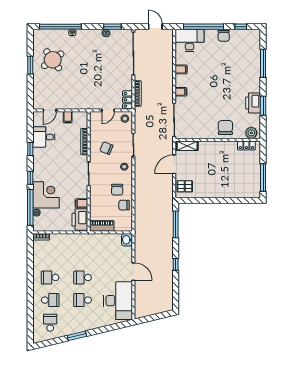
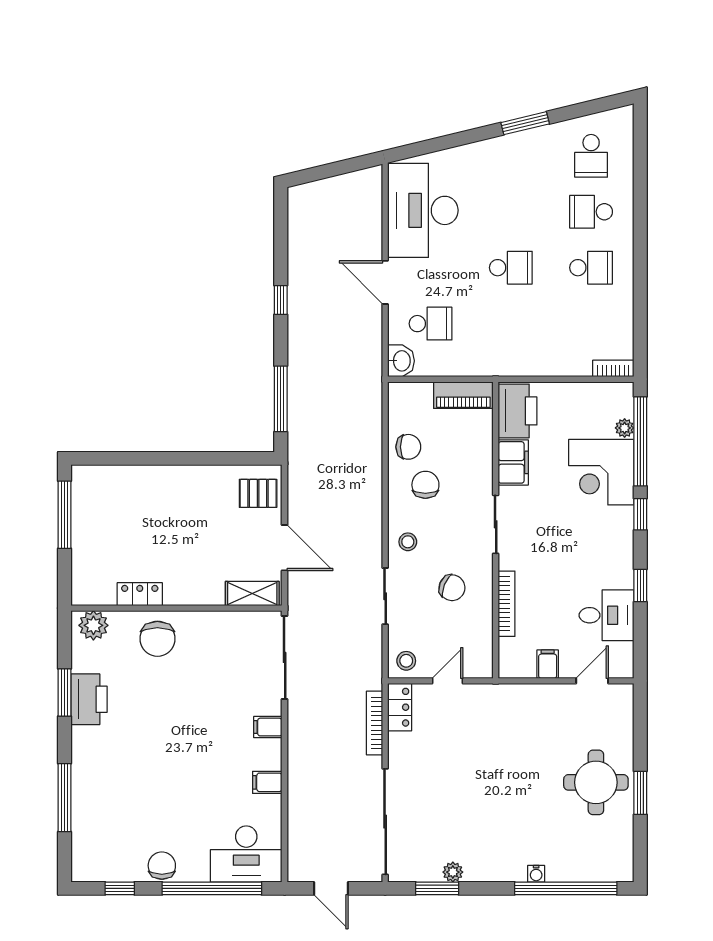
round table: (53, 60) -> (596, 782), moved, turned 36
locker: (246, 146) -> (140, 594), moved
door: (174, 164) -> (285, 548), hinge flipped
filing cabinet: (82, 203) -> (513, 462), width x2.00
school desk: (83, 300) -> (431, 324), moved

